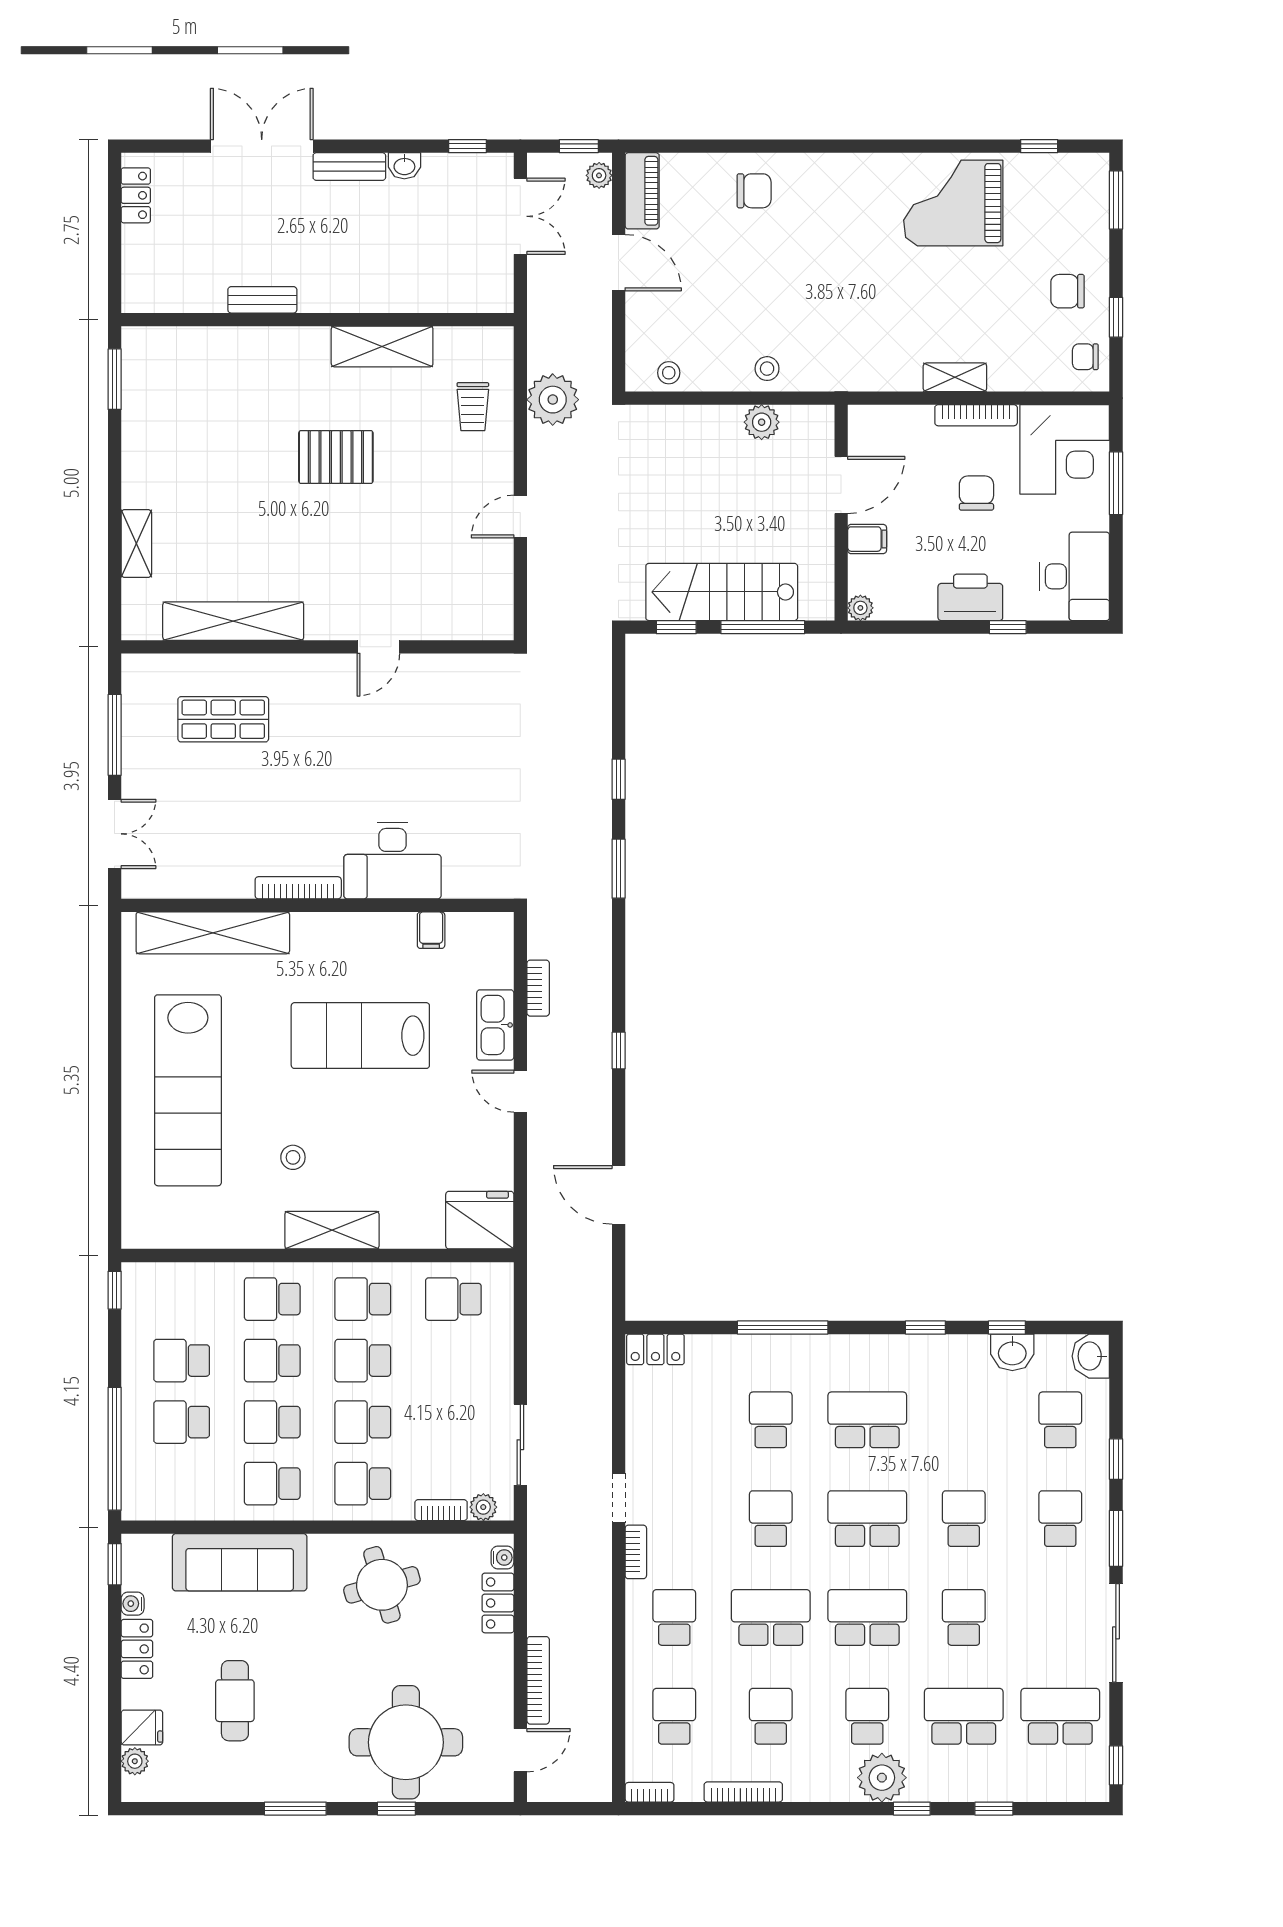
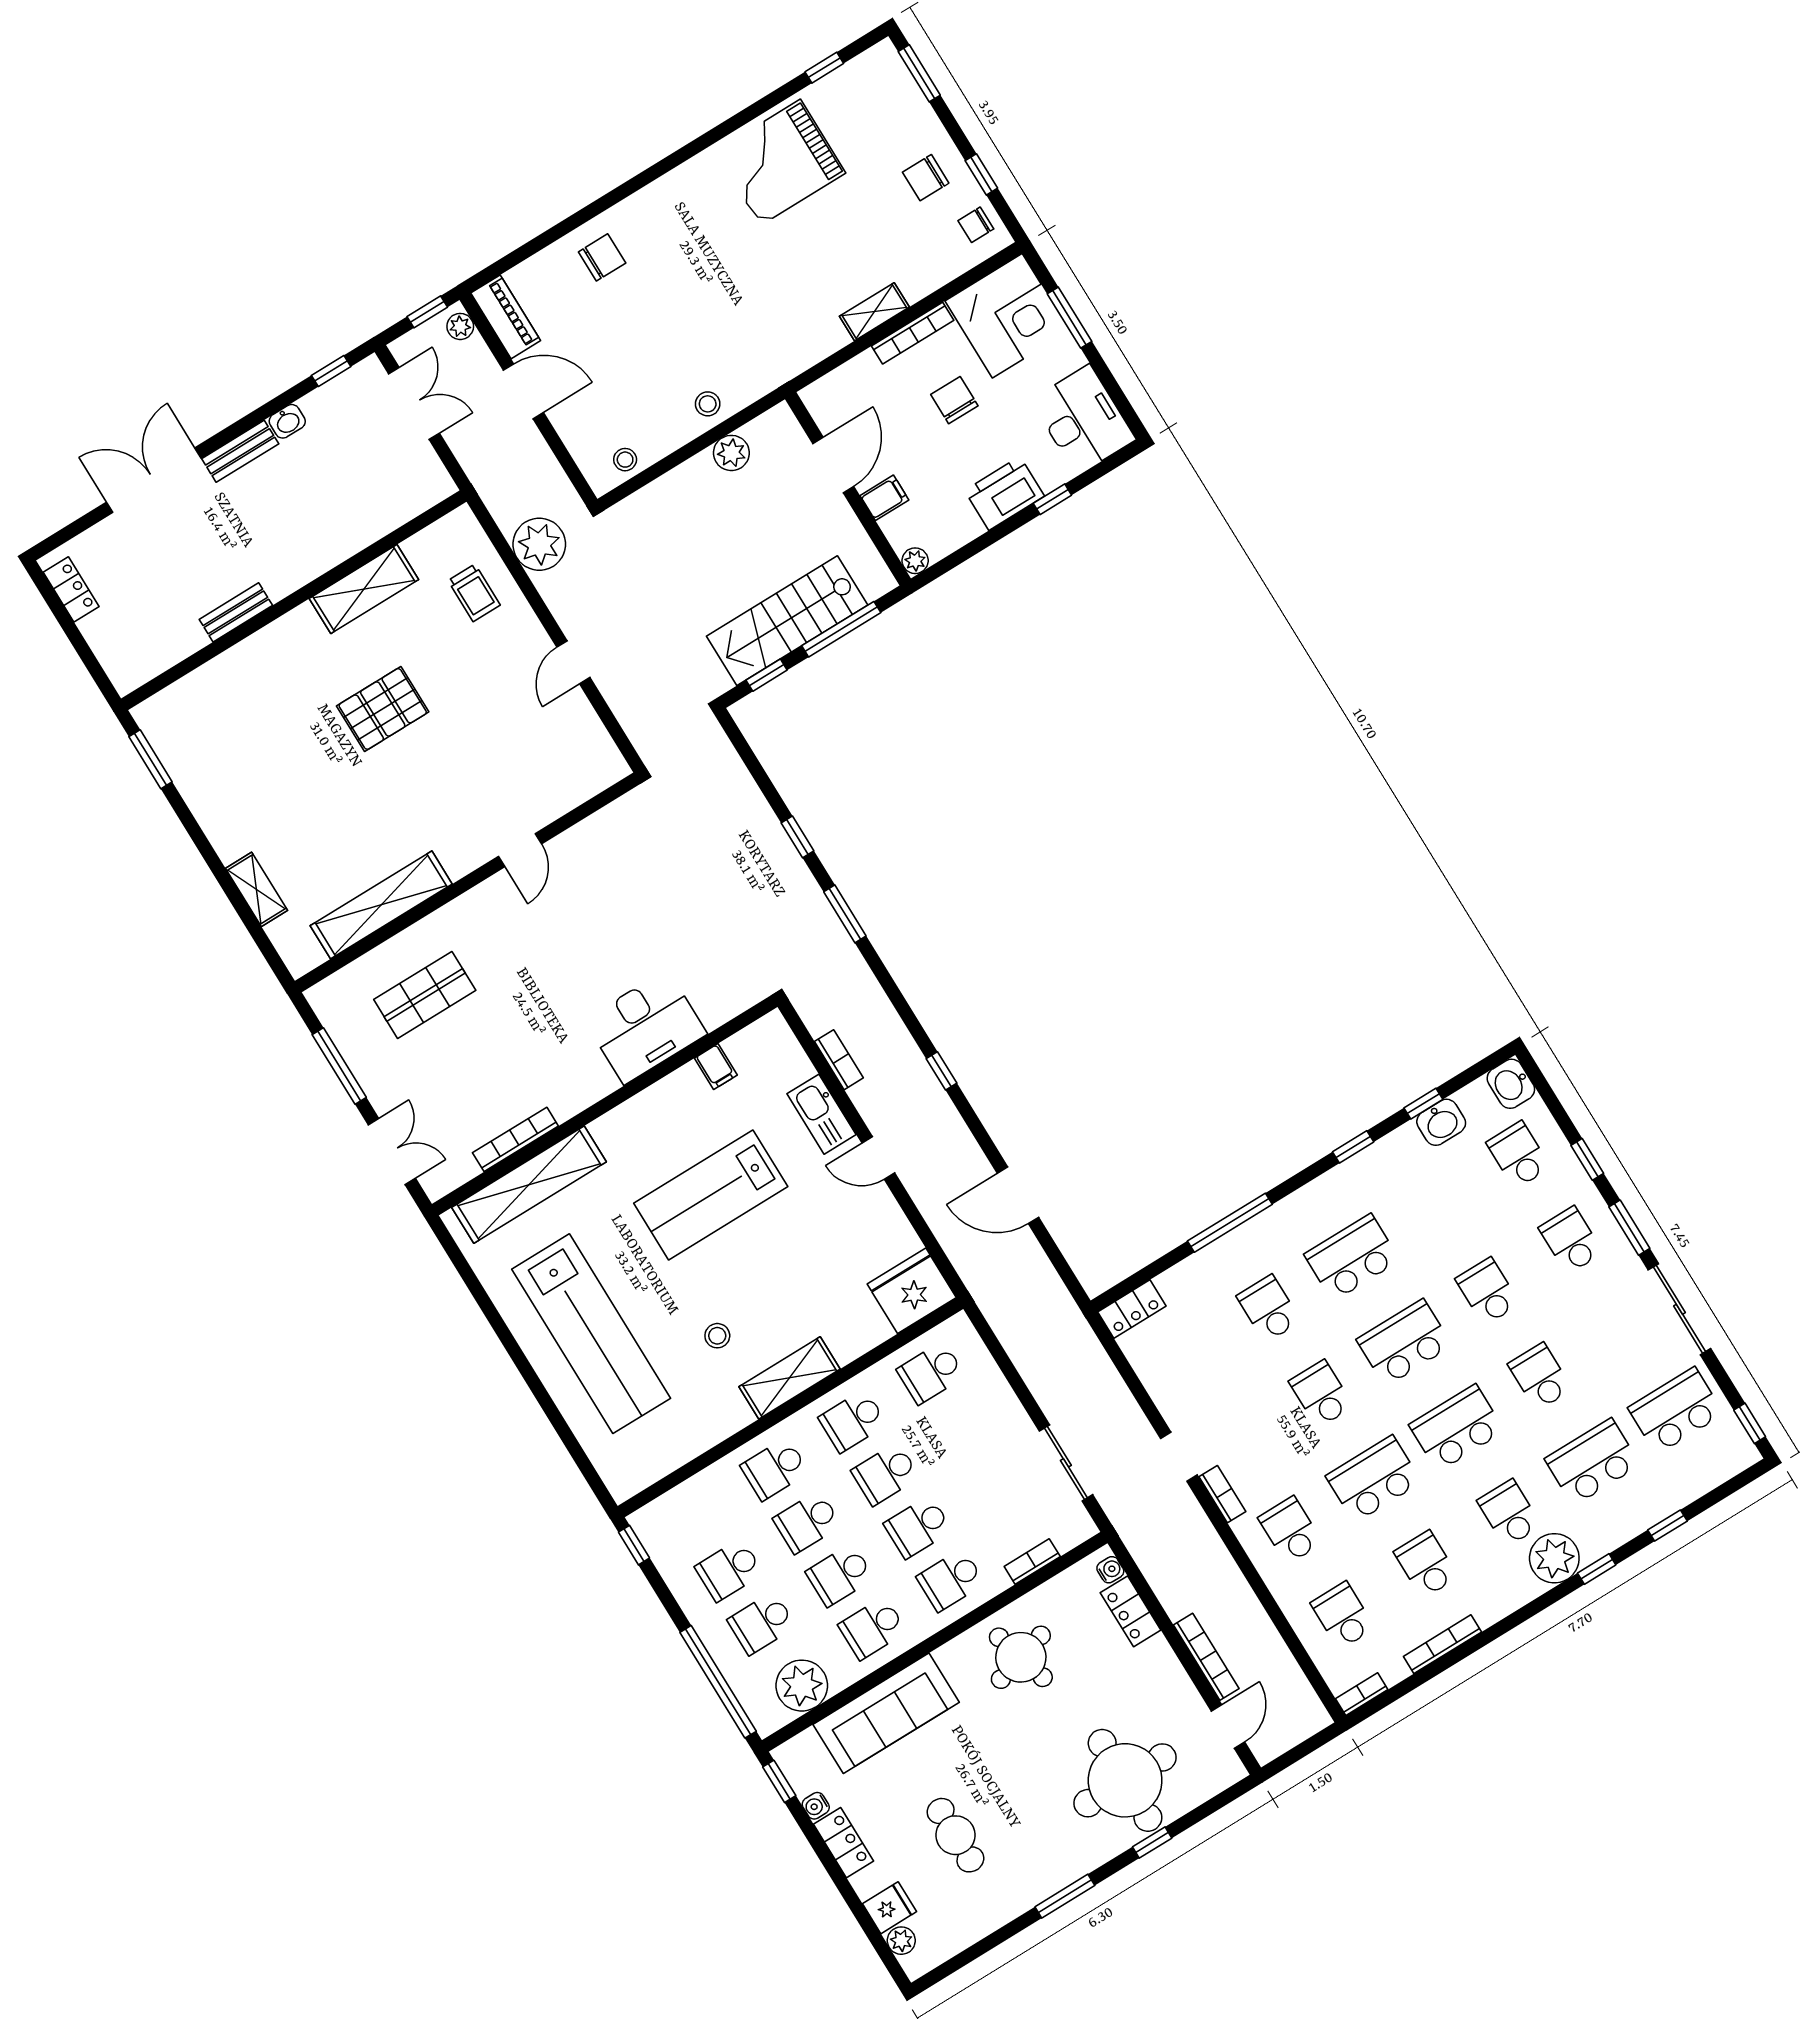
bookcase: (298, 888) -> (515, 1139), moved
plant: (483, 1507) -> (802, 1686), moved, width x1.88, depth x1.88

